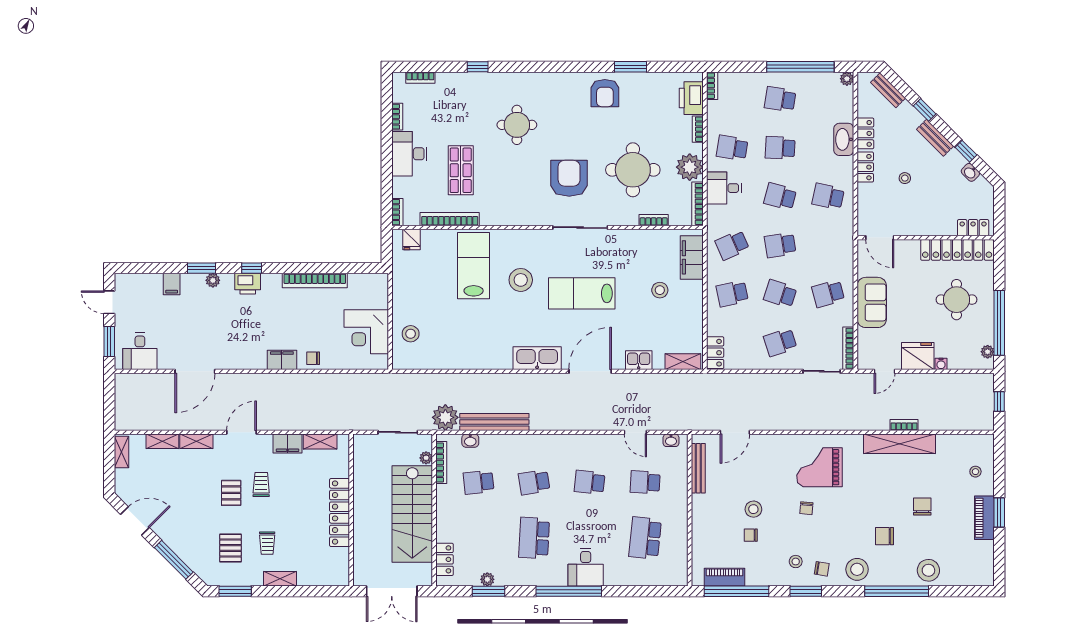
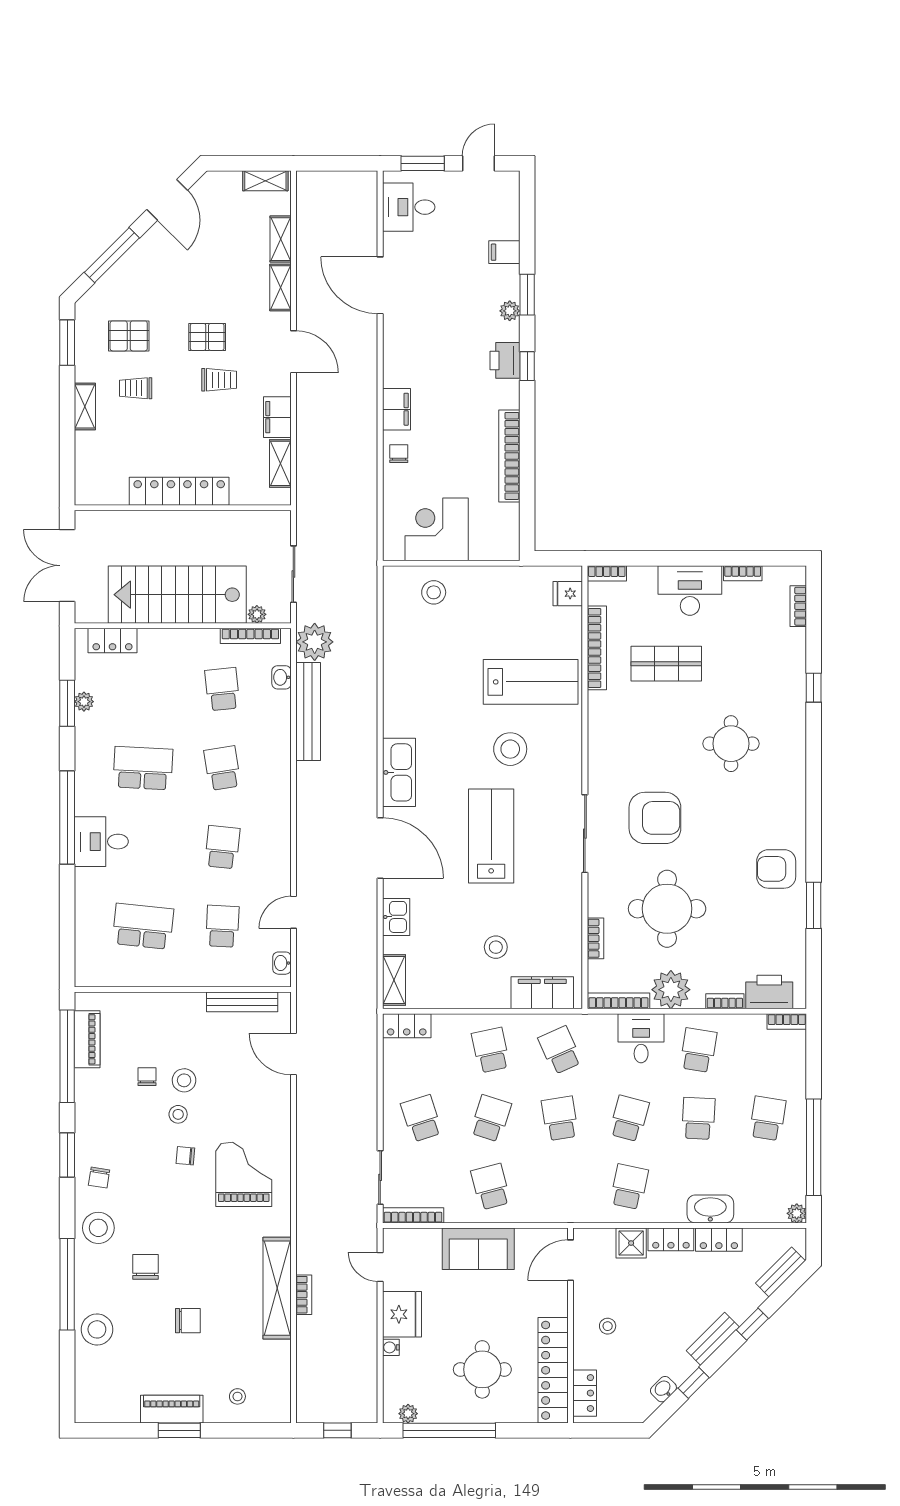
stool: (905, 178) -> (608, 1326), moved
shower: (868, 195) -> (631, 1243), added
stool: (796, 562) -> (178, 1114), moved

